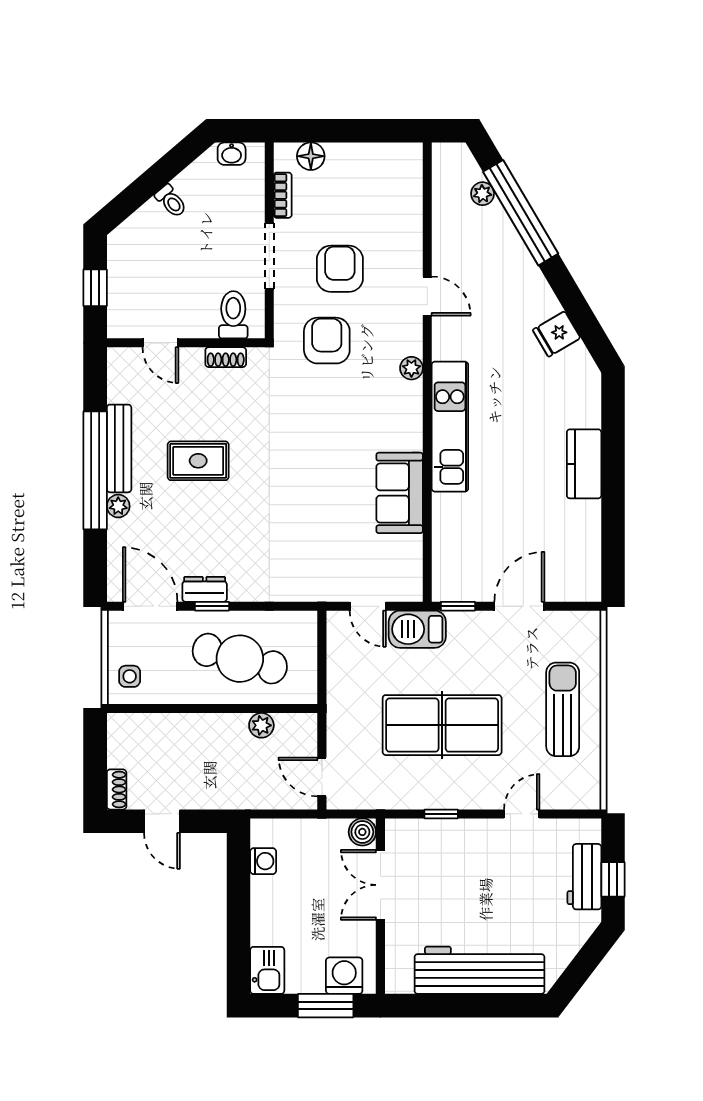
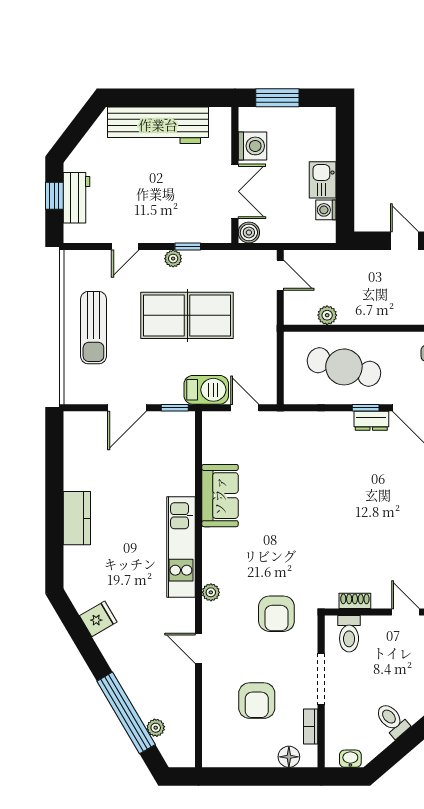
toilet: (171, 201) -> (392, 720), width x1.37, depth x1.39
armchair: (340, 269) -> (257, 701), moved
rug: (198, 461) -> (376, 520), removed
plant: (460, 798) -> (173, 259), added
kitchen sink: (267, 970) -> (323, 180), moved
washing machine: (344, 976) -> (252, 146), moved, turned -90

